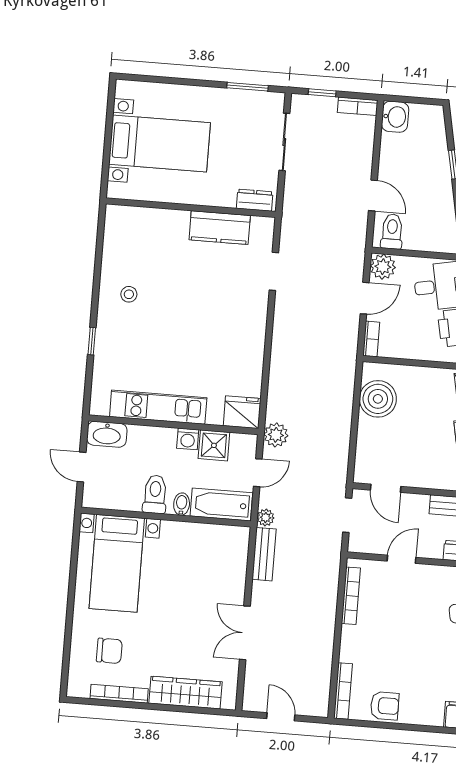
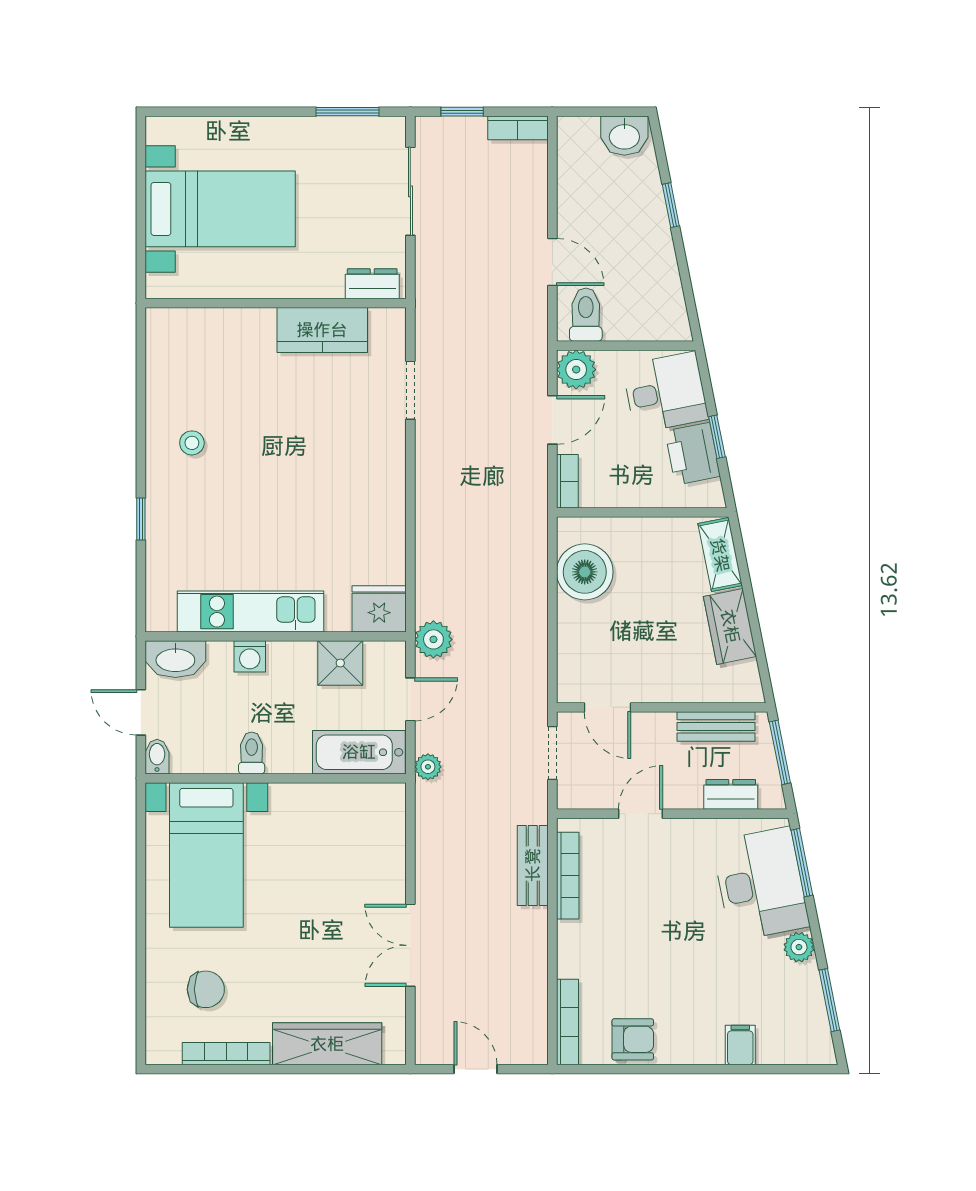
washbasin: (395, 117) -> (624, 136), moved, turned 90
washing machine: (188, 439) -> (250, 656), moved
toilet: (155, 494) -> (252, 753), width x0.73, depth x0.72
bidet: (182, 504) -> (157, 757), moved
bench: (264, 554) -> (533, 865), moved

